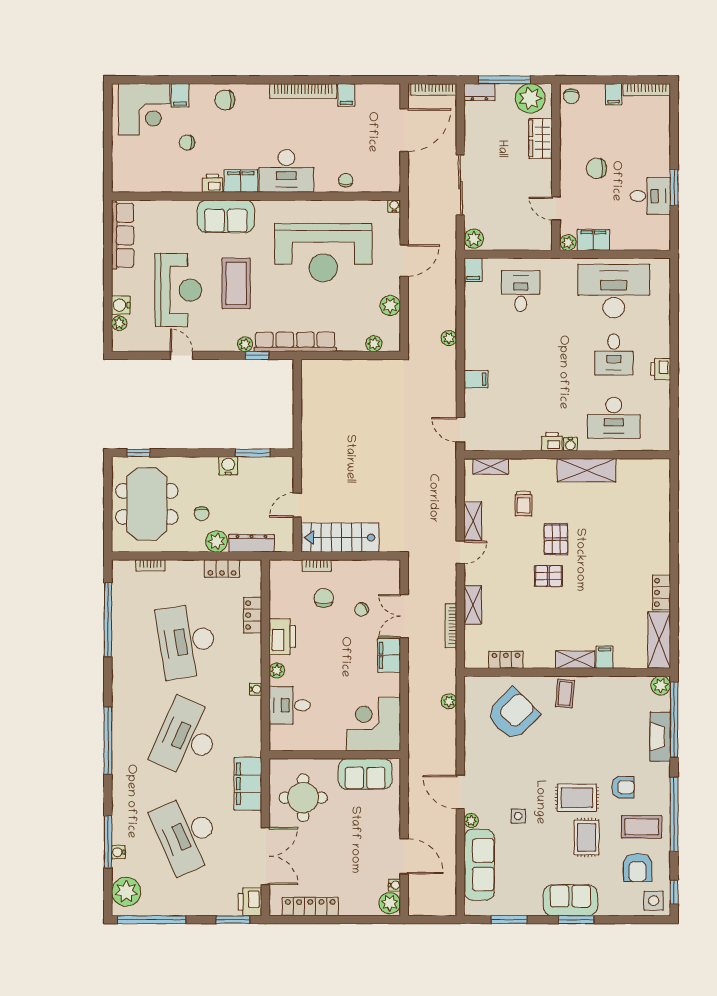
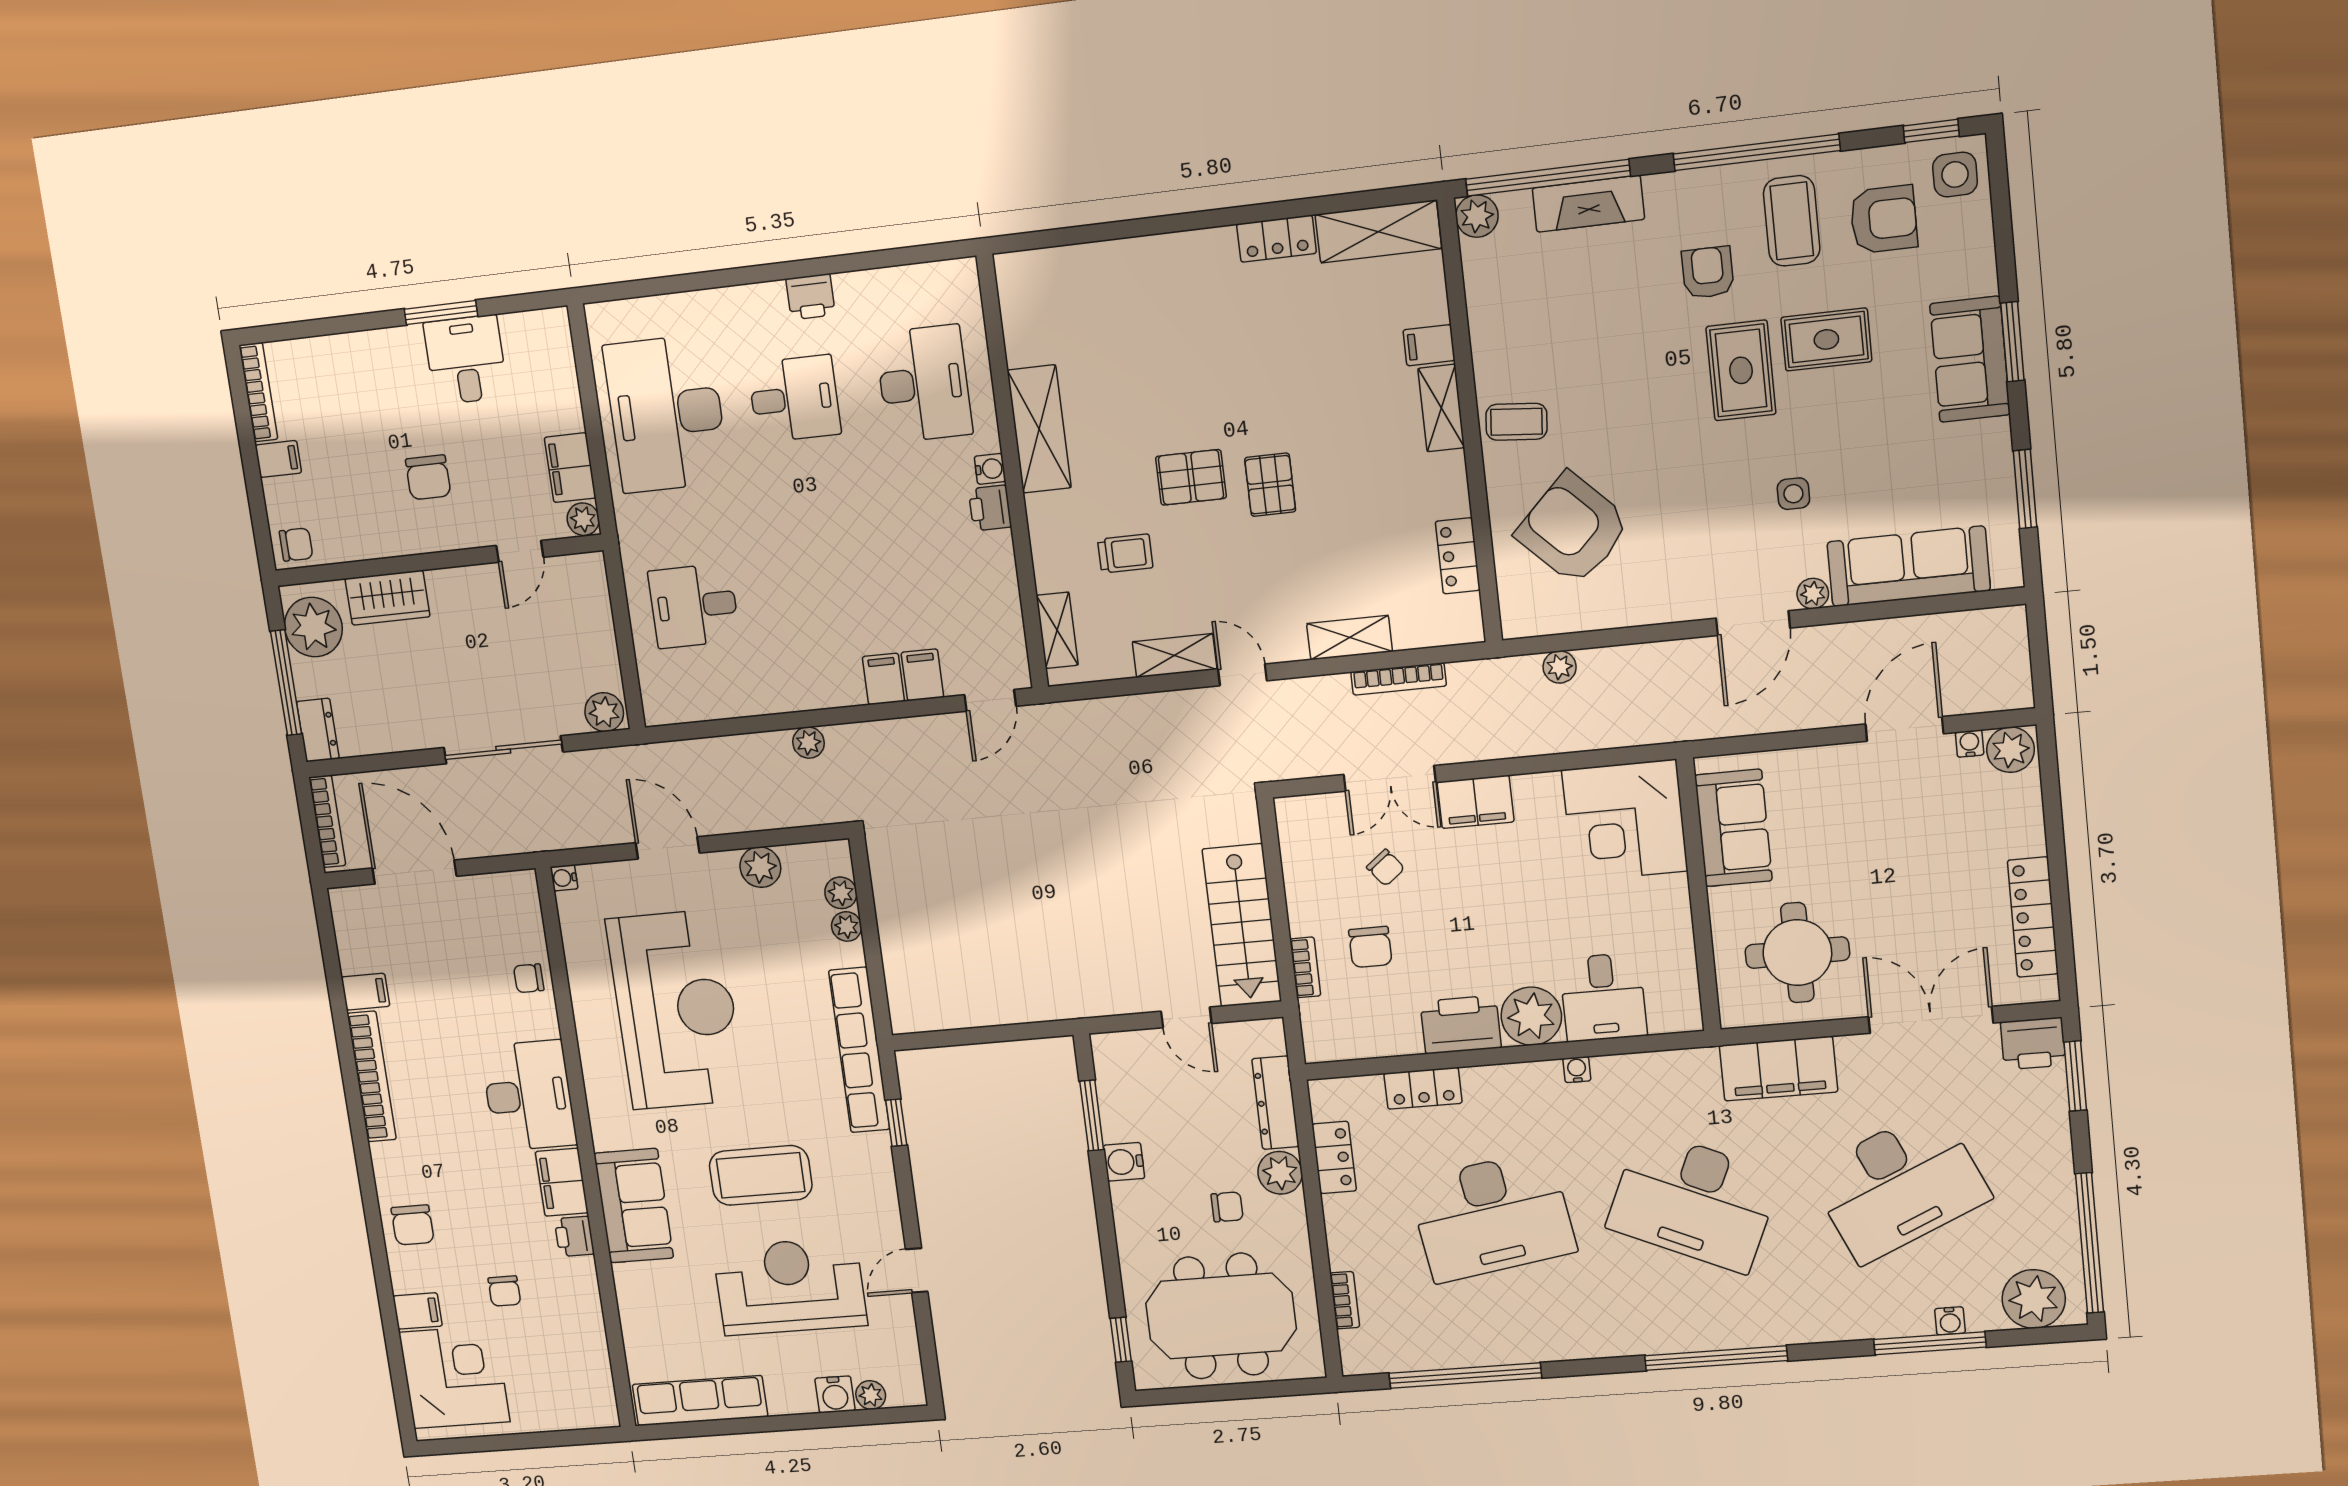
filing cabinet: (473, 270) -> (922, 675), moved, turned -90
plant: (245, 344) -> (847, 926), moved
chair: (324, 598) -> (1370, 947), turned -90
plant: (277, 670) -> (1531, 1016), width x1.87, depth x1.87

